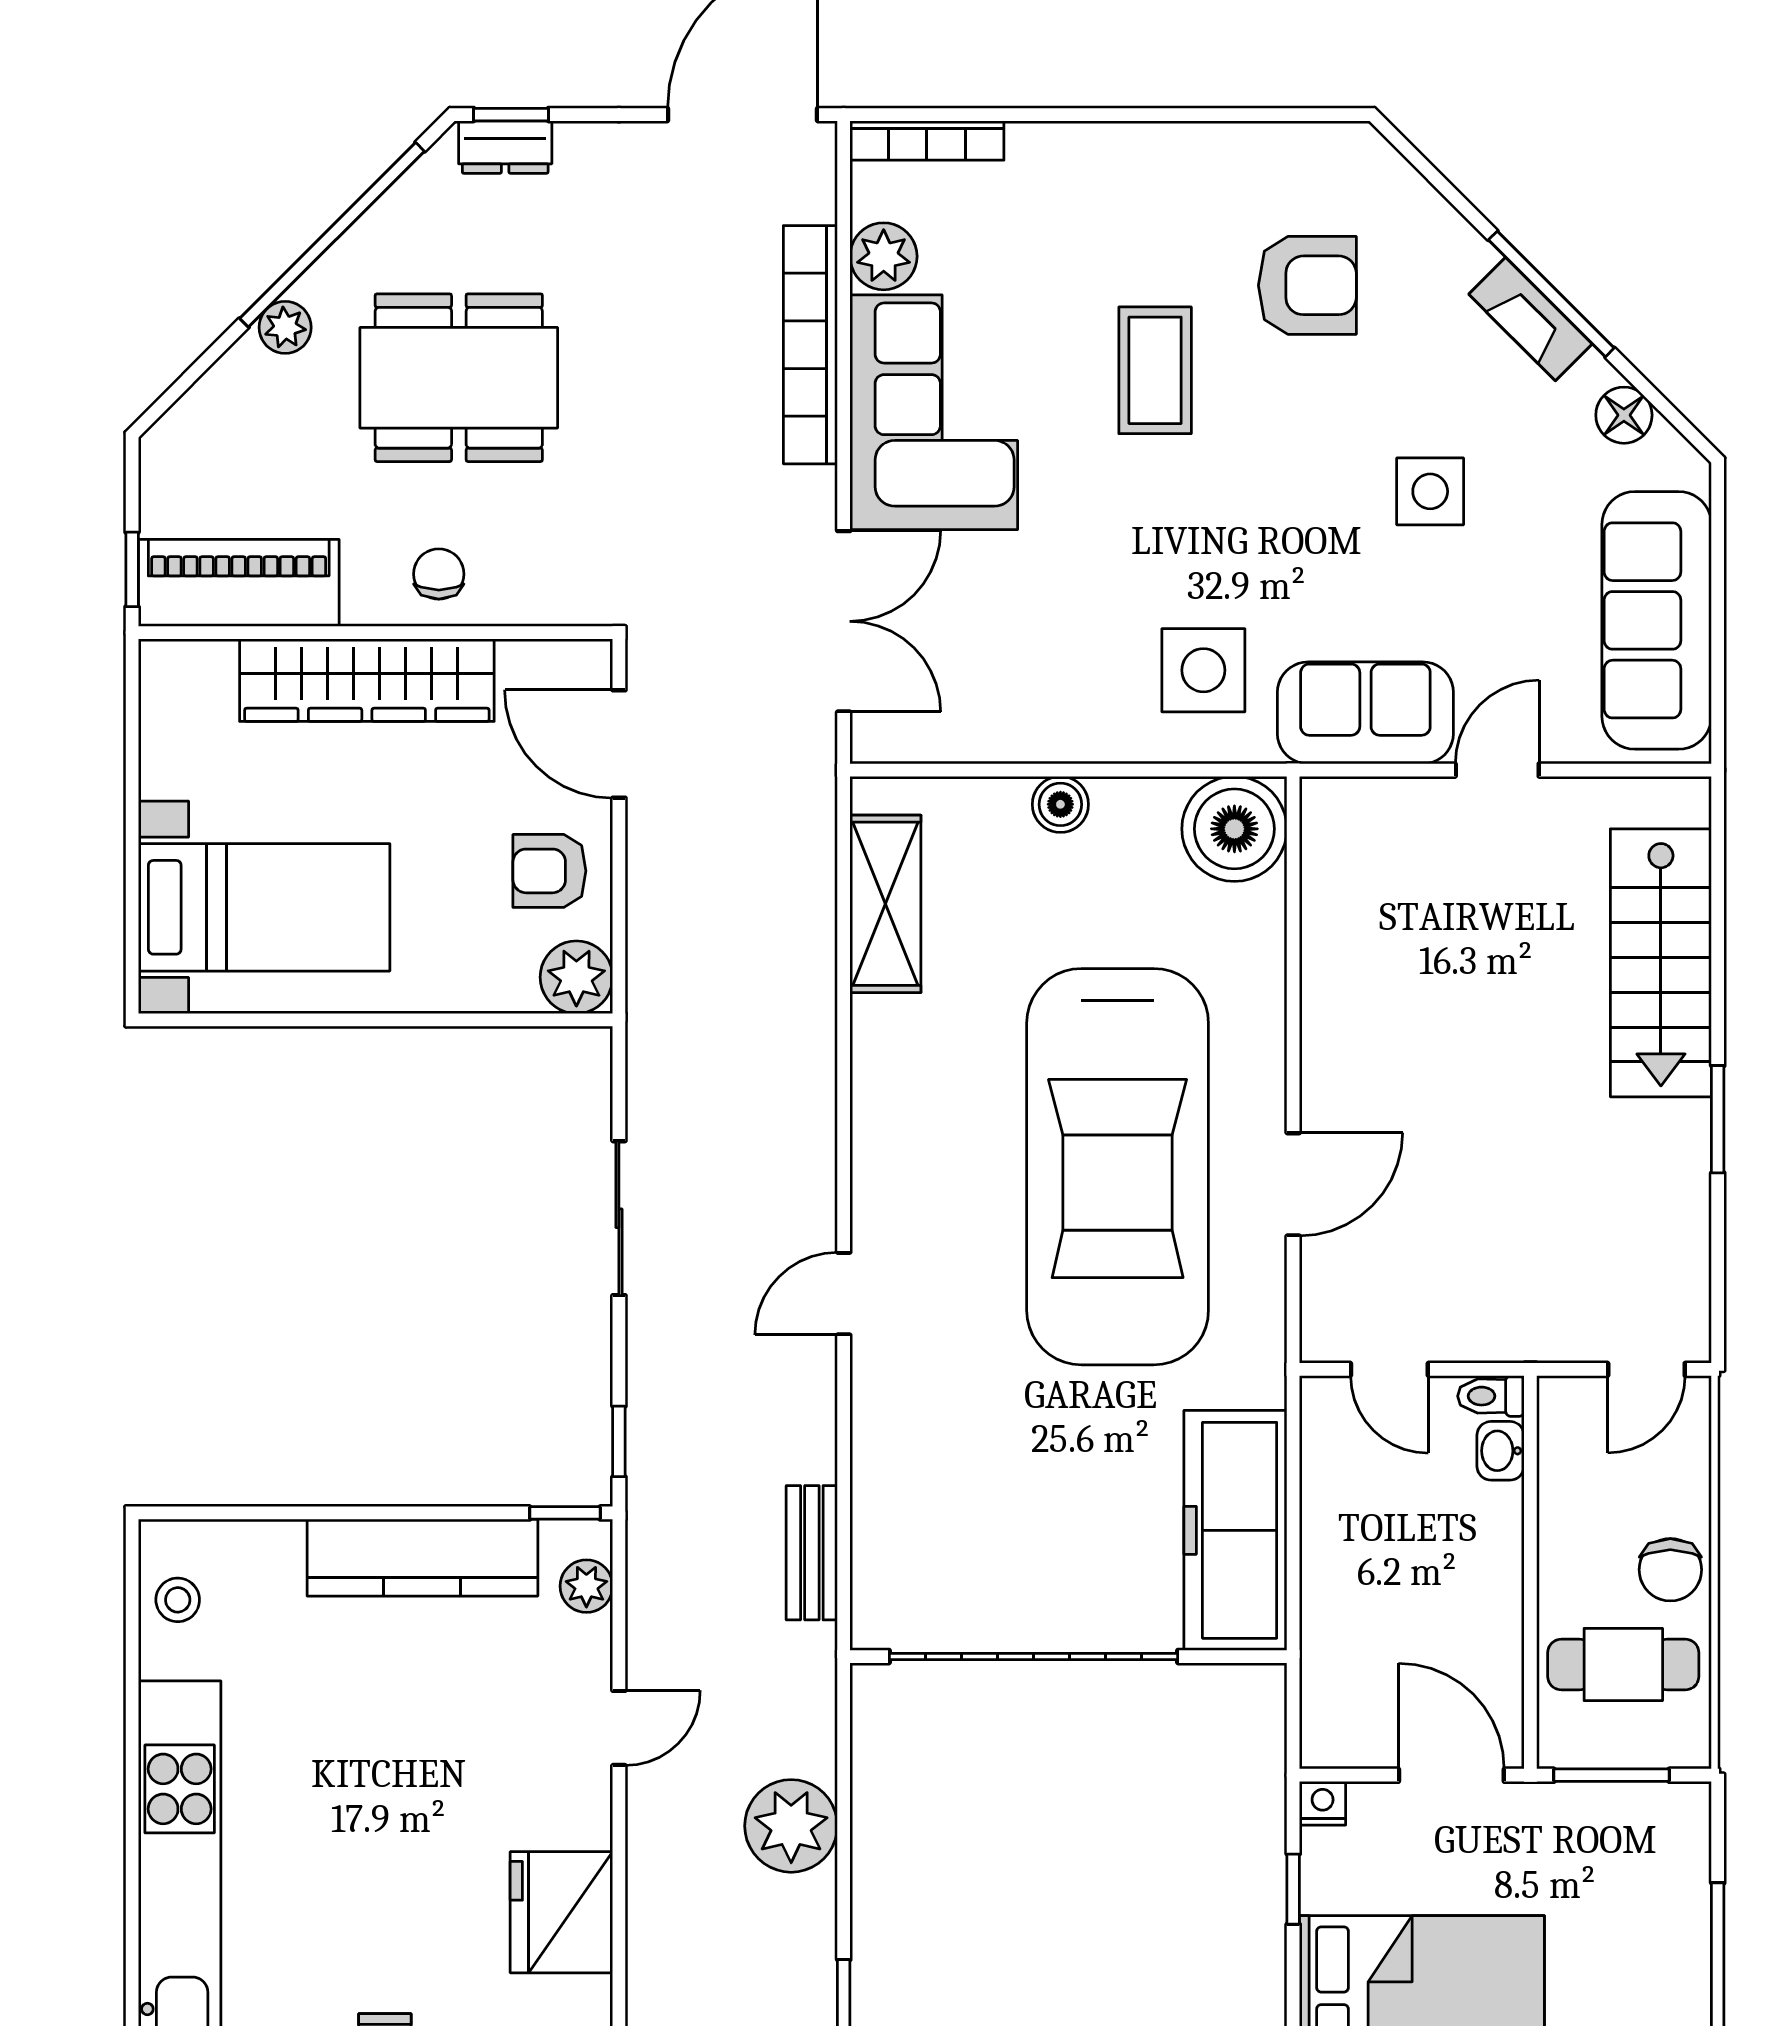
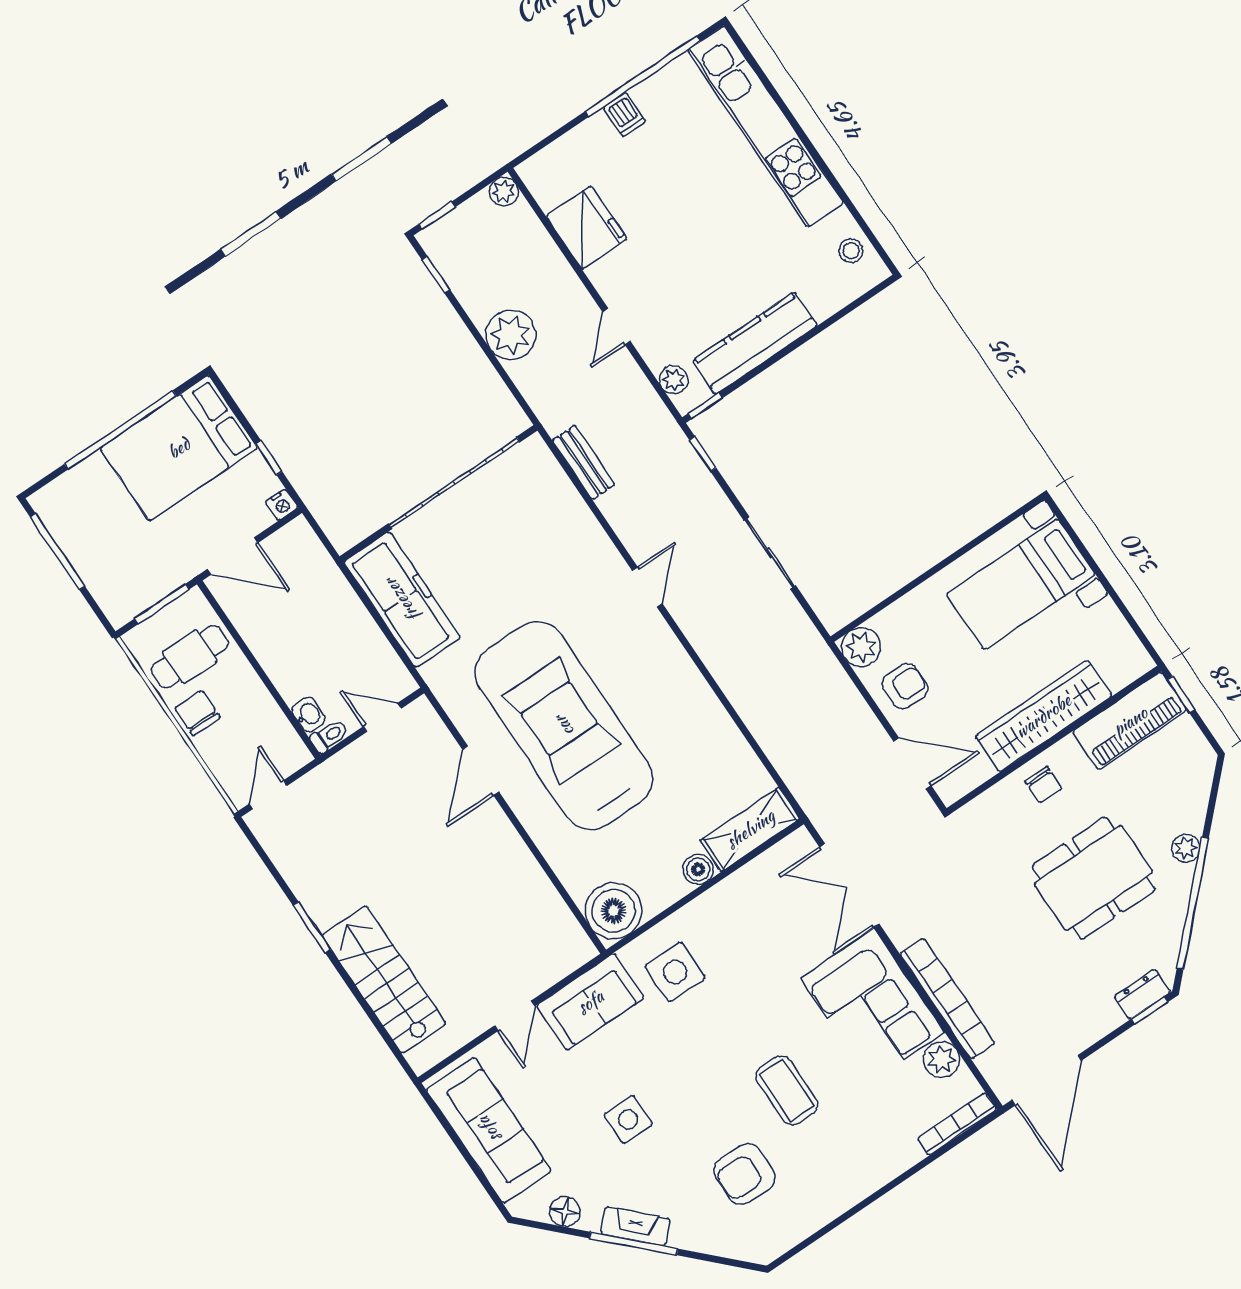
shelving: (885, 904) -> (750, 829), moved, turned 90

